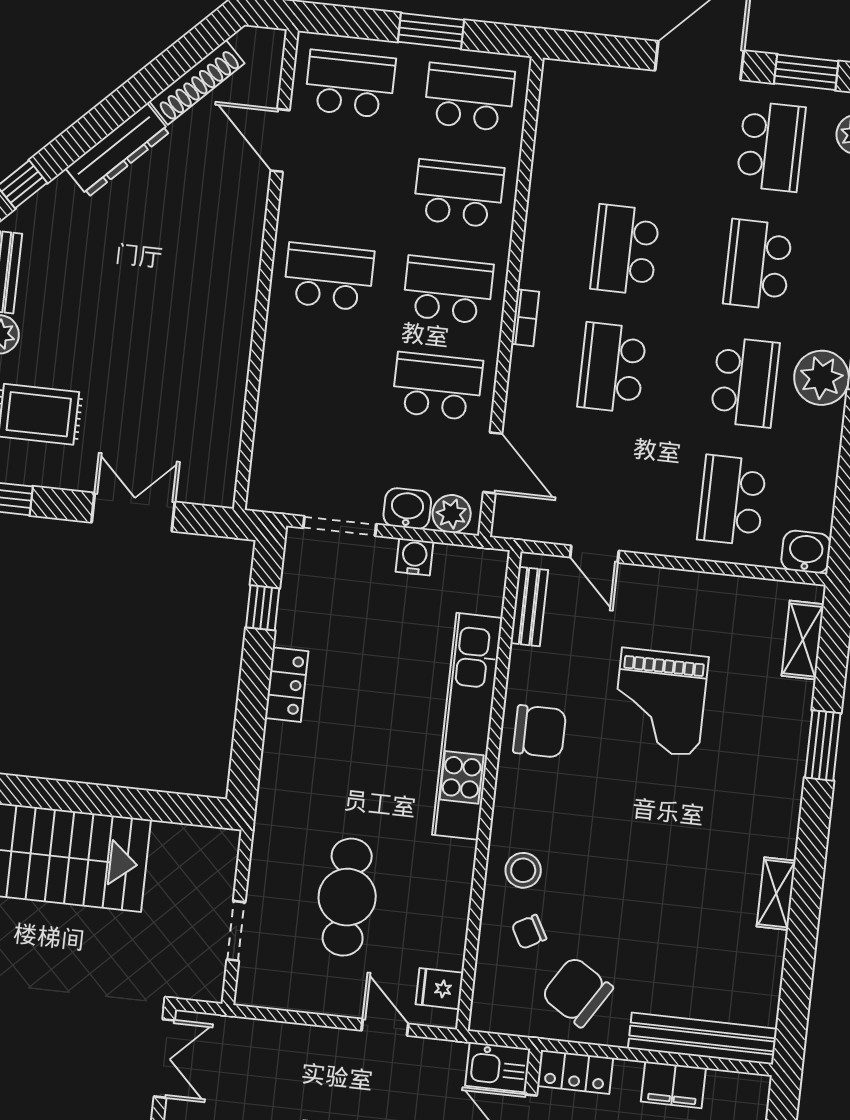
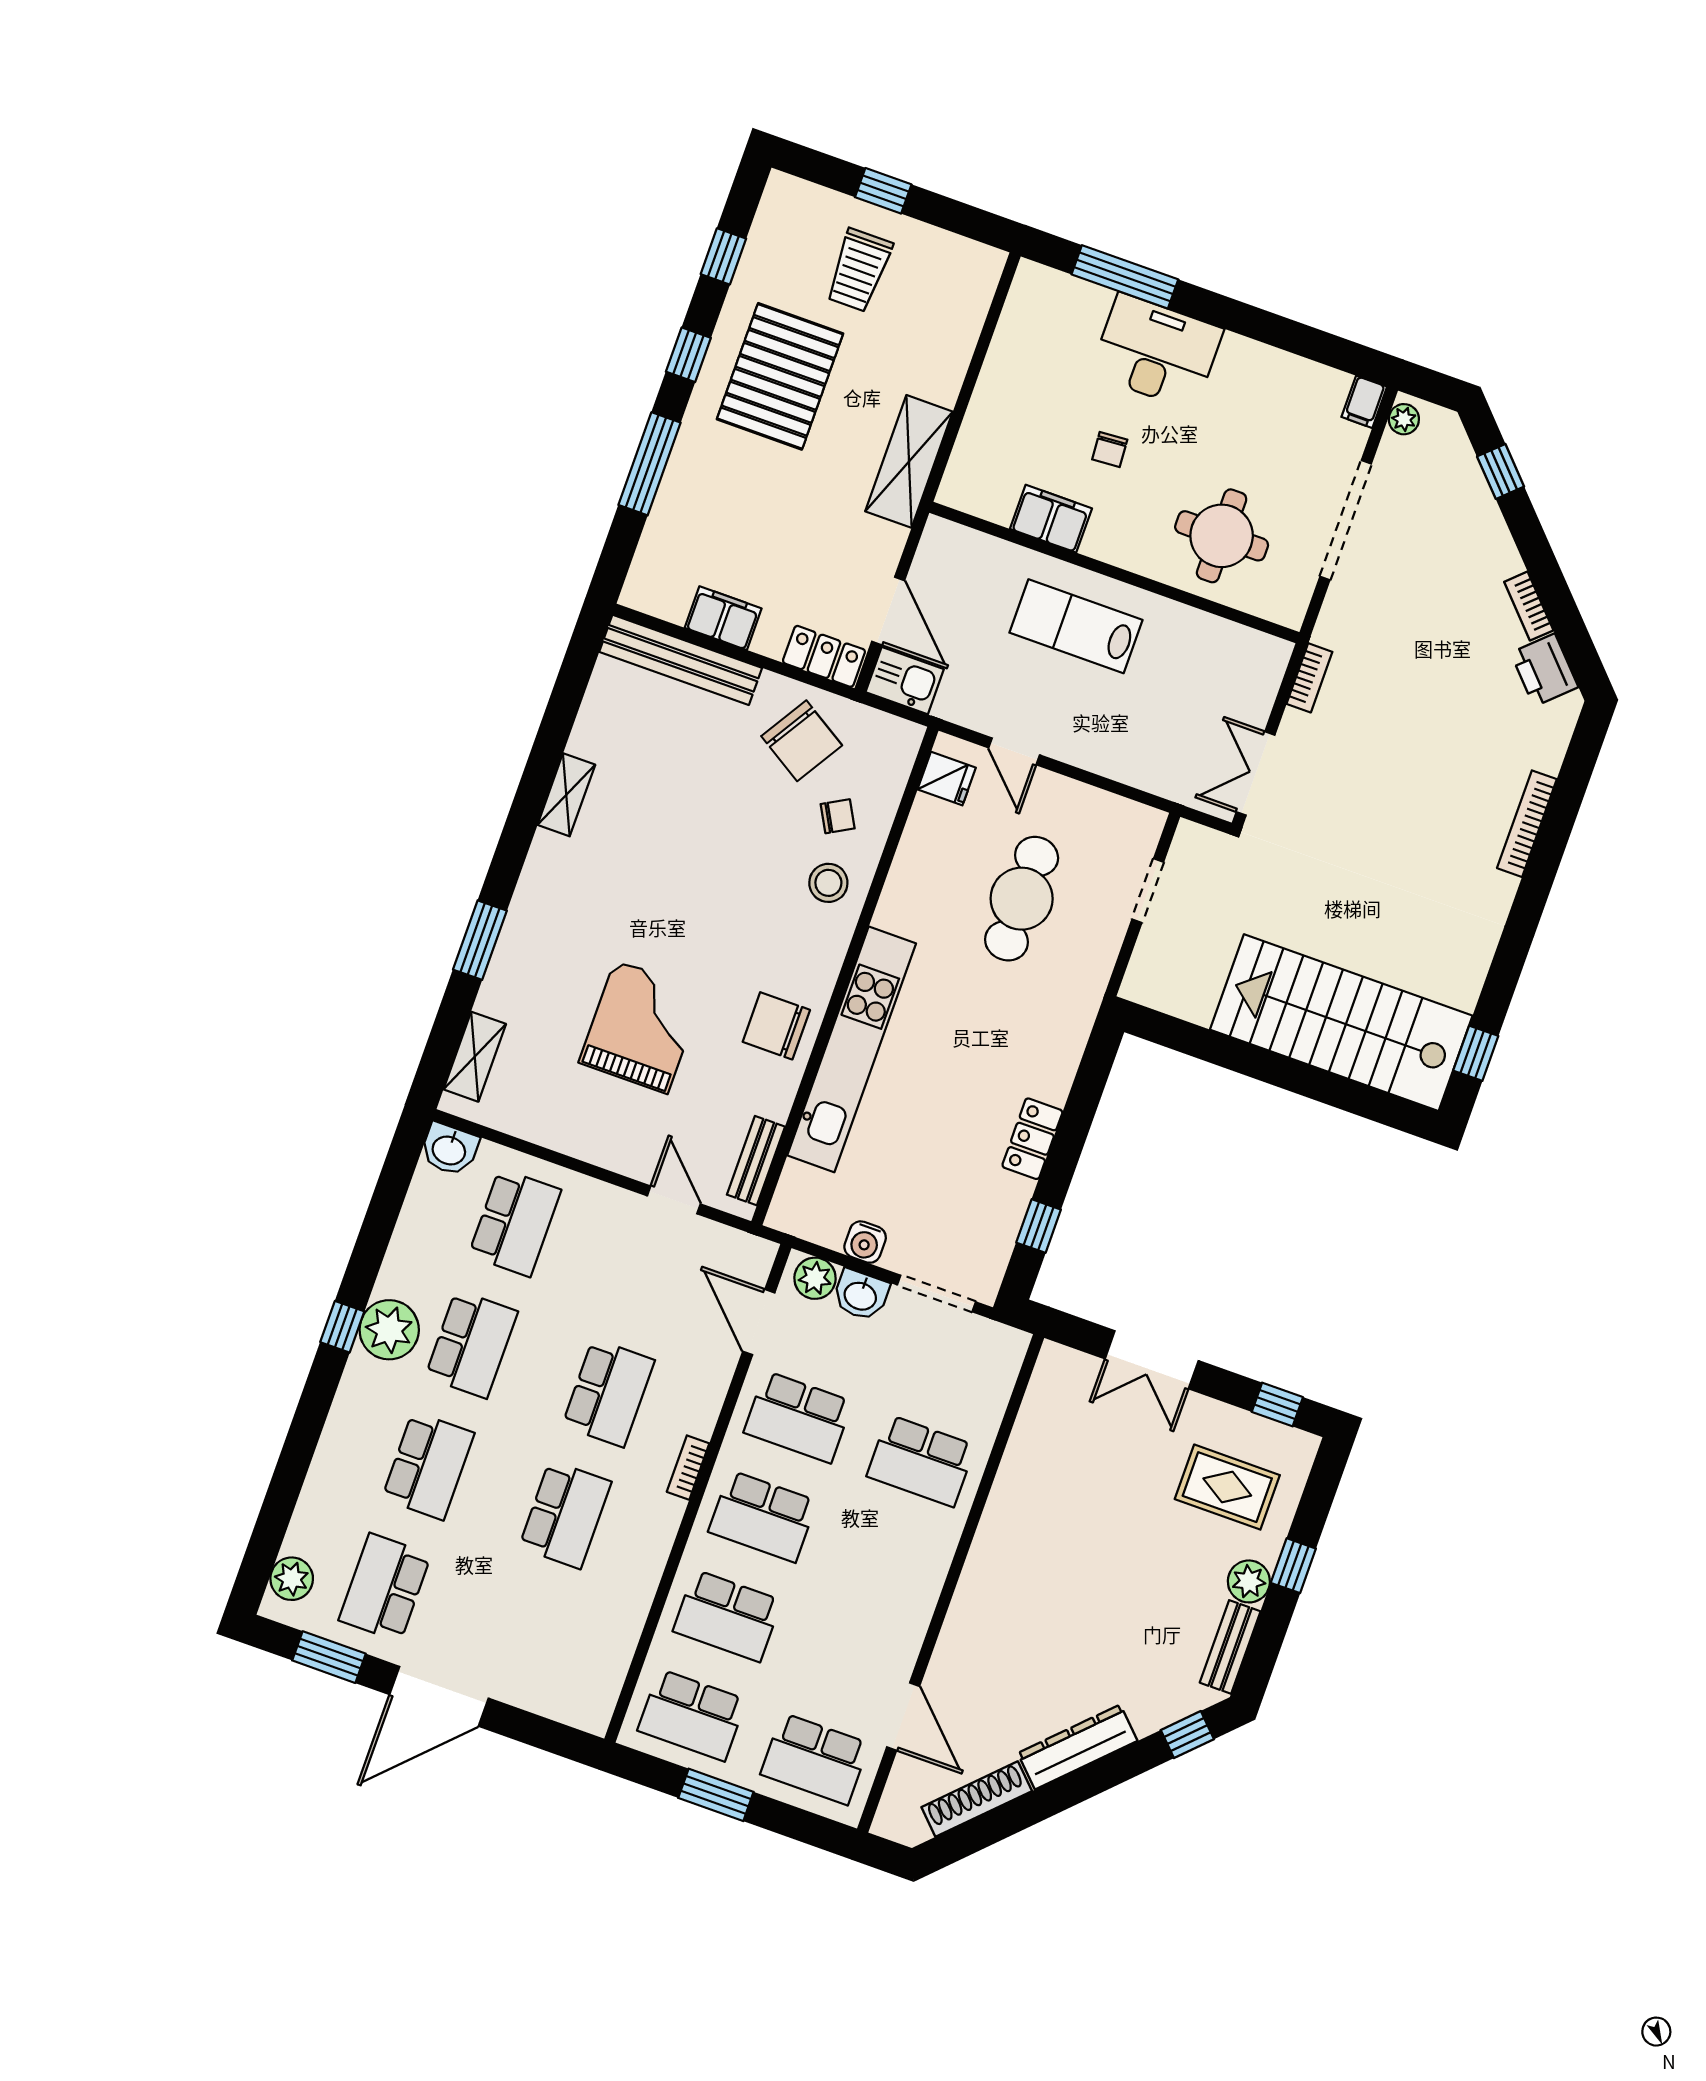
school desk: (329, 277) -> (921, 1461), moved
school desk: (745, 382) -> (471, 1344), turned 180

